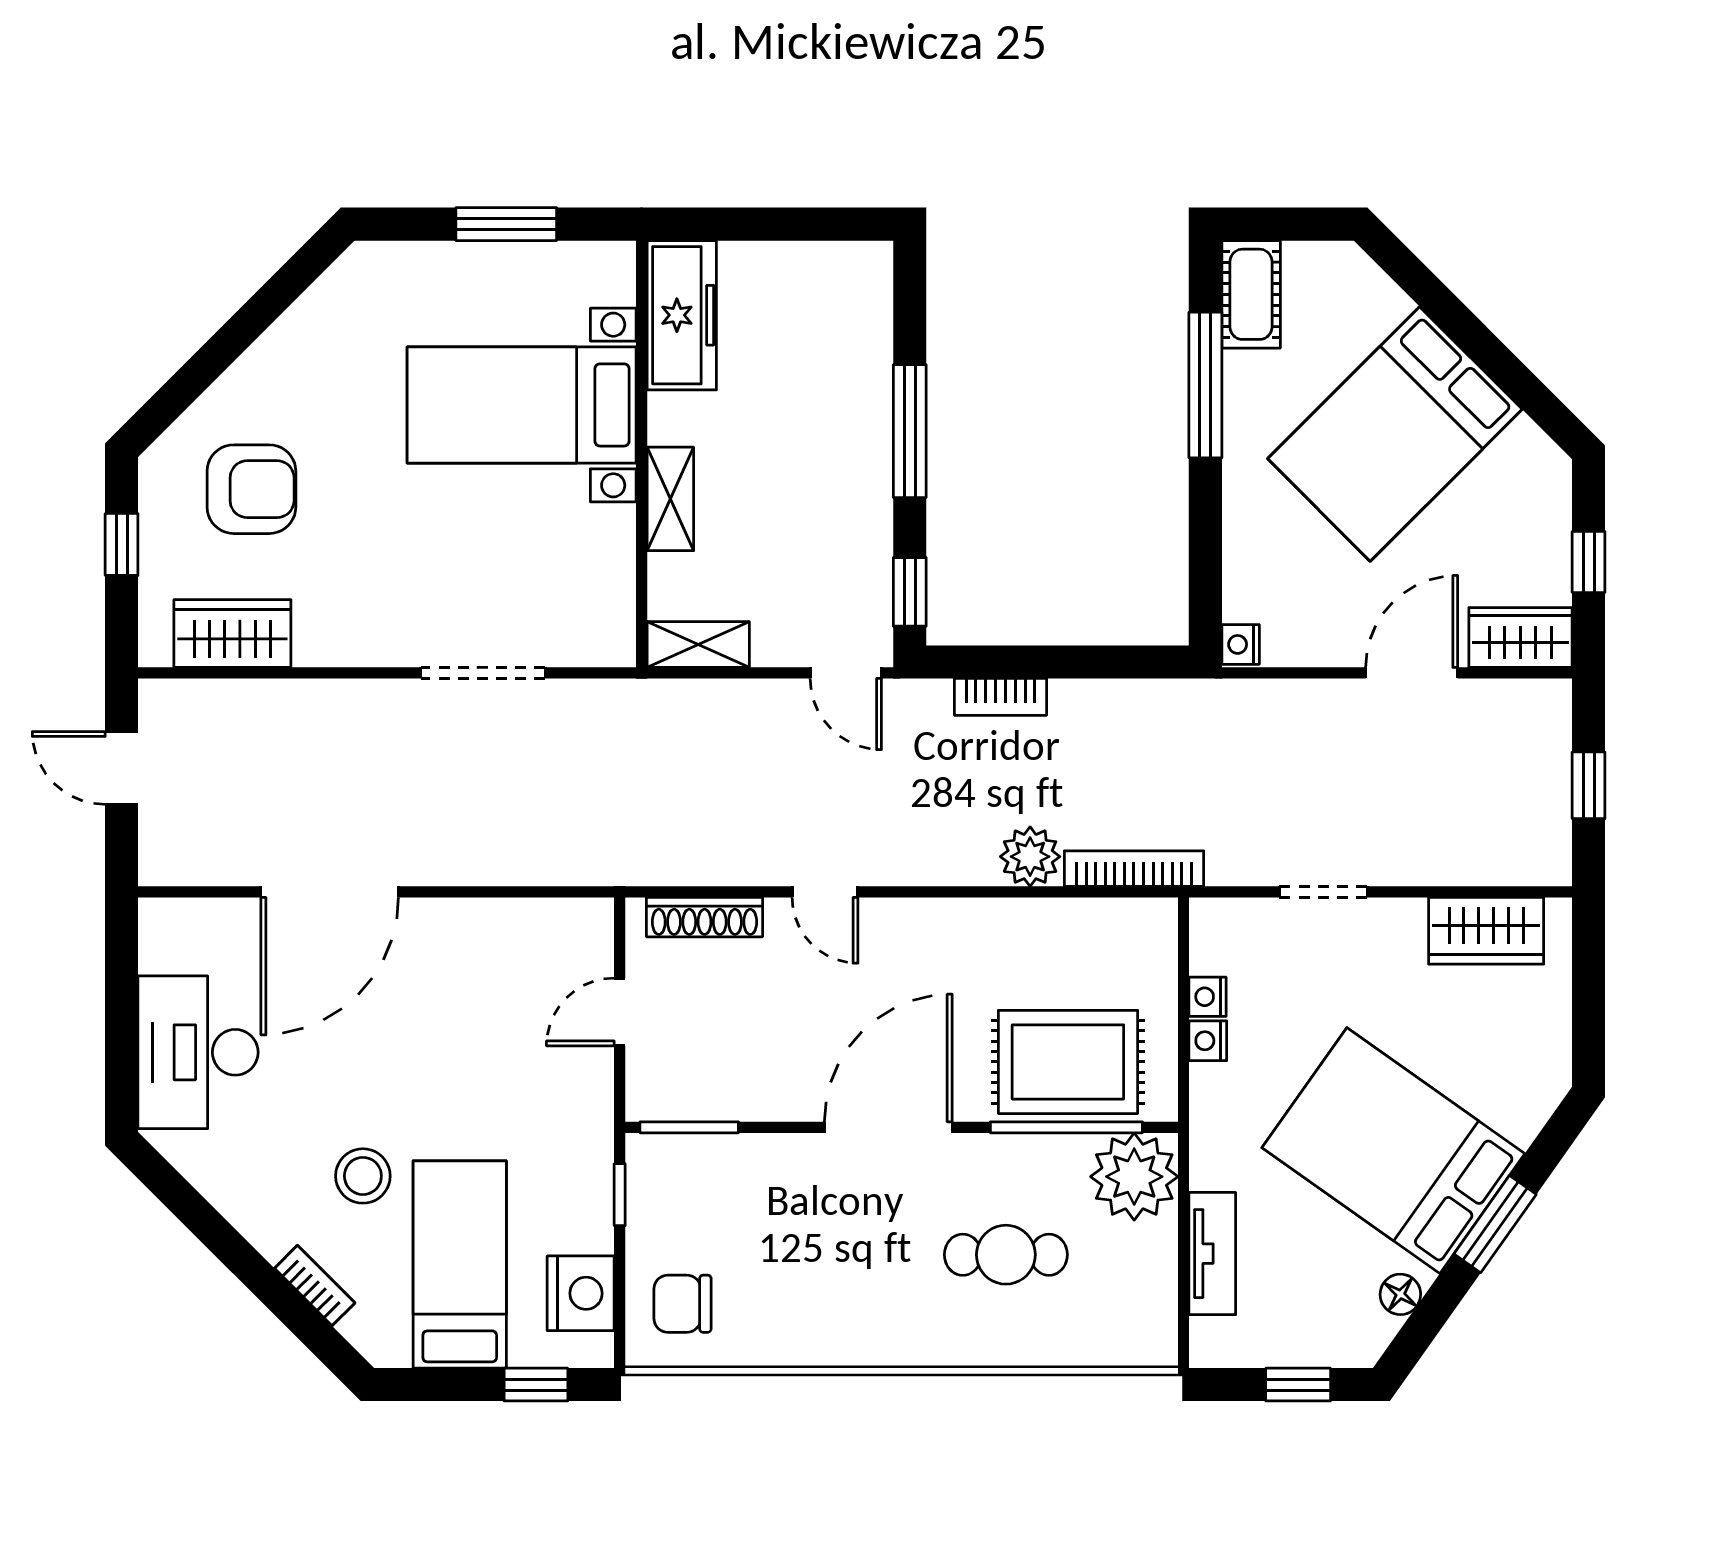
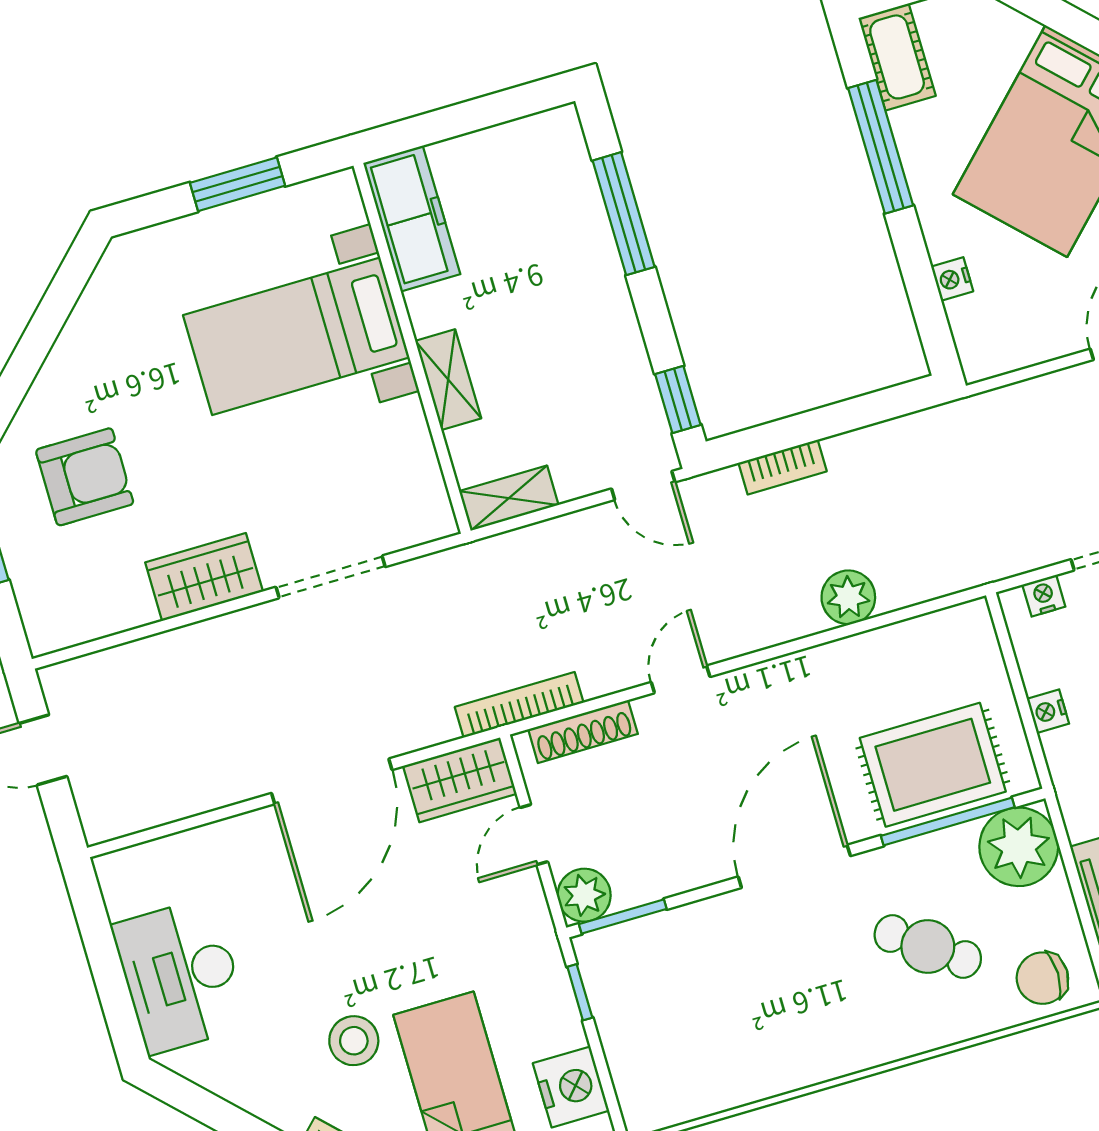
window: (910, 431) -> (624, 214), moved
wardrobe: (232, 634) -> (204, 577), moved
nightstand: (1241, 644) -> (952, 279), moved
bookcase: (1134, 869) -> (519, 705), moved
door: (330, 892) -> (332, 781), moved
door: (825, 892) -> (681, 679), swing flipped
wardrobe: (558, 930) -> (460, 780), added
nightstand: (1208, 997) -> (1044, 596), moved, turned 90
plant: (655, 1092) -> (584, 895), added
cafe table: (1006, 1255) -> (928, 947), turned 36
chair: (682, 1304) -> (1042, 978), moved

